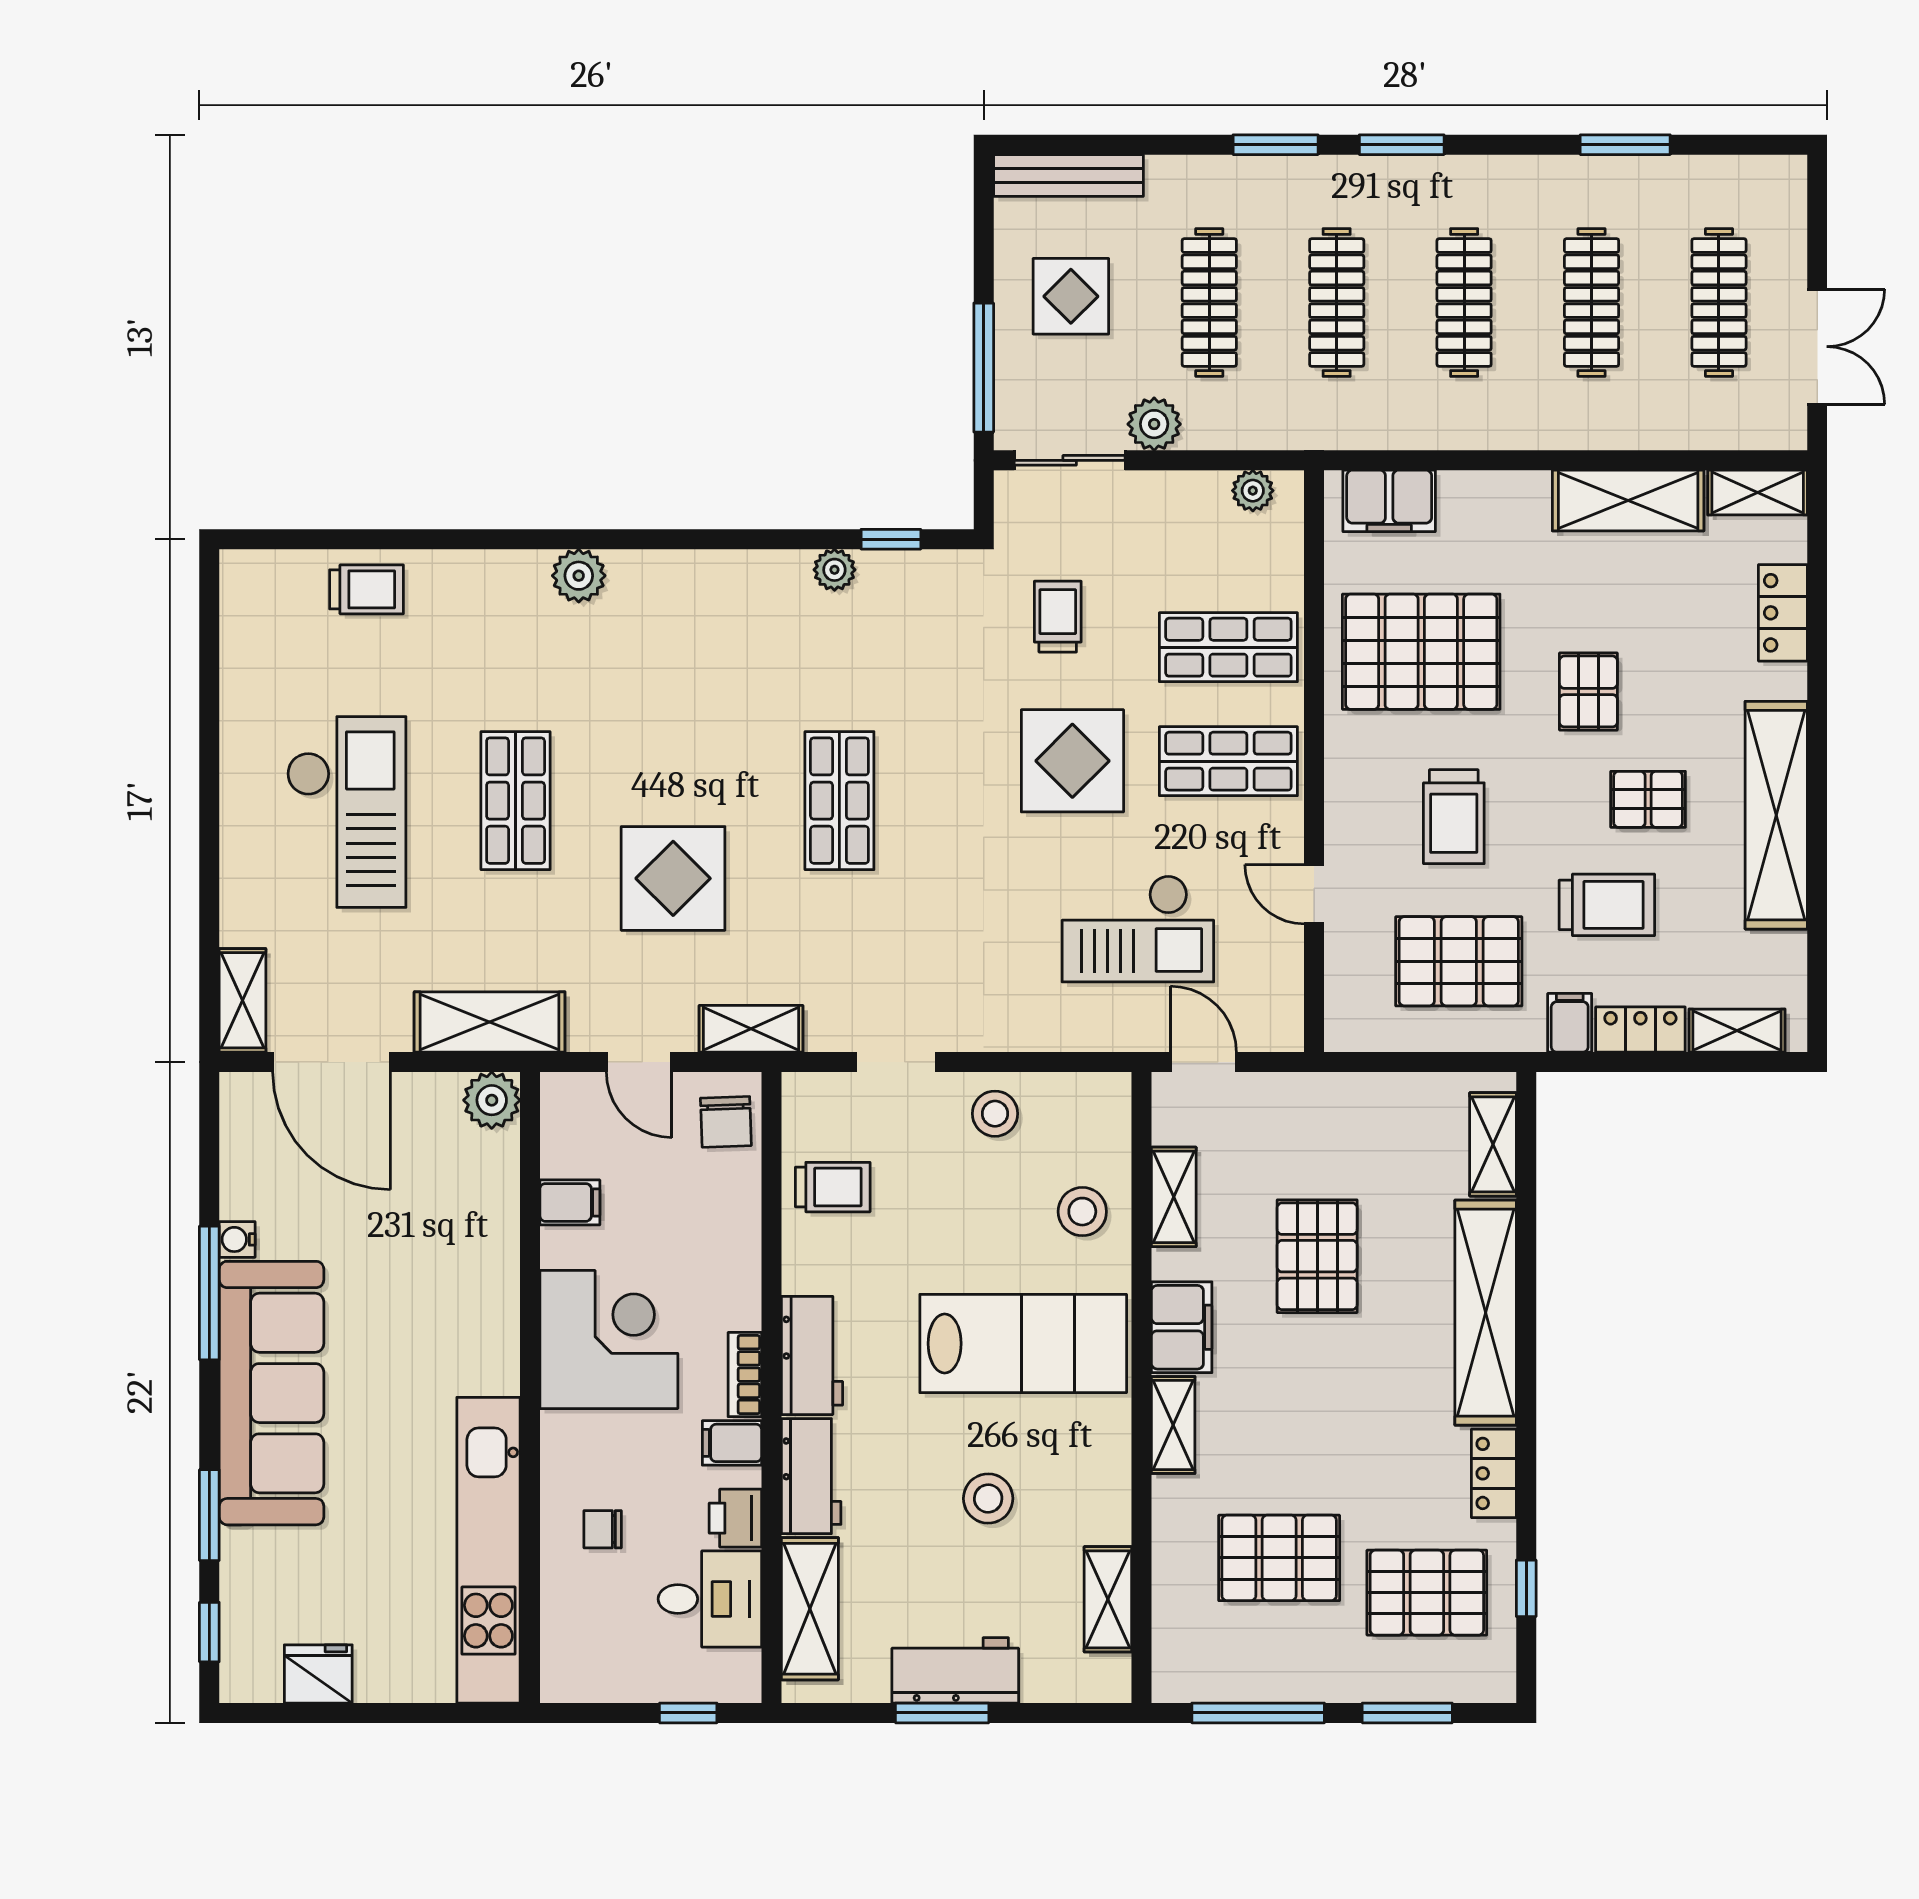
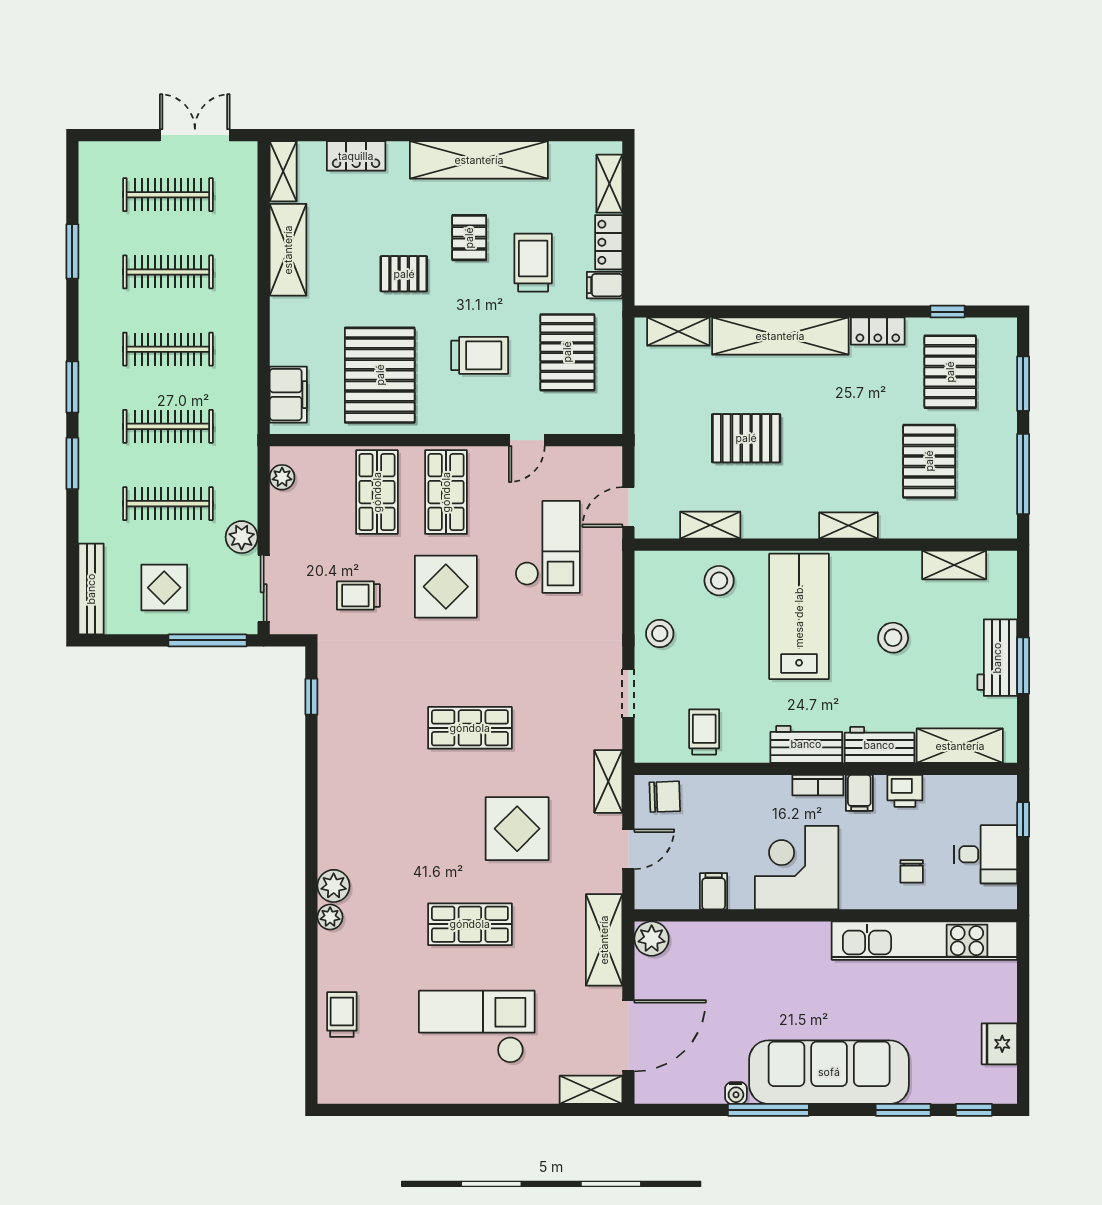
plant: (834, 570) -> (330, 917), moved
filing cabinet: (1182, 1327) -> (789, 520), removed
desk: (710, 1599) -> (986, 854), moved, turned 90

